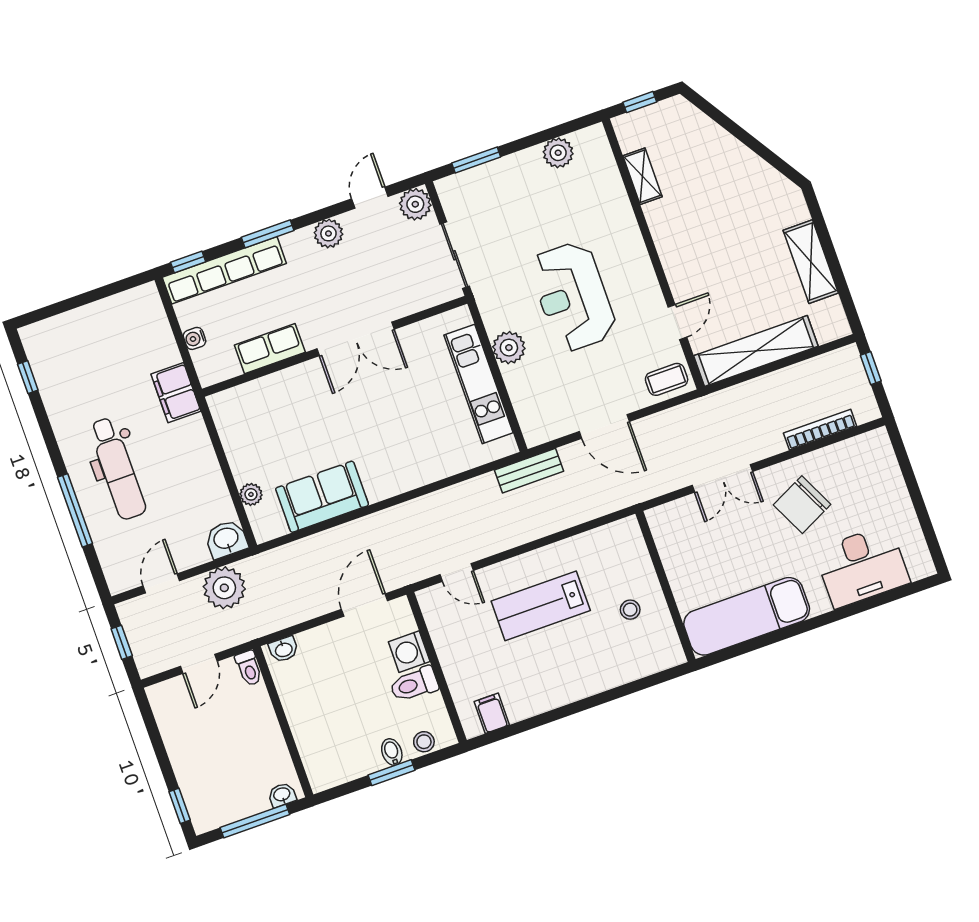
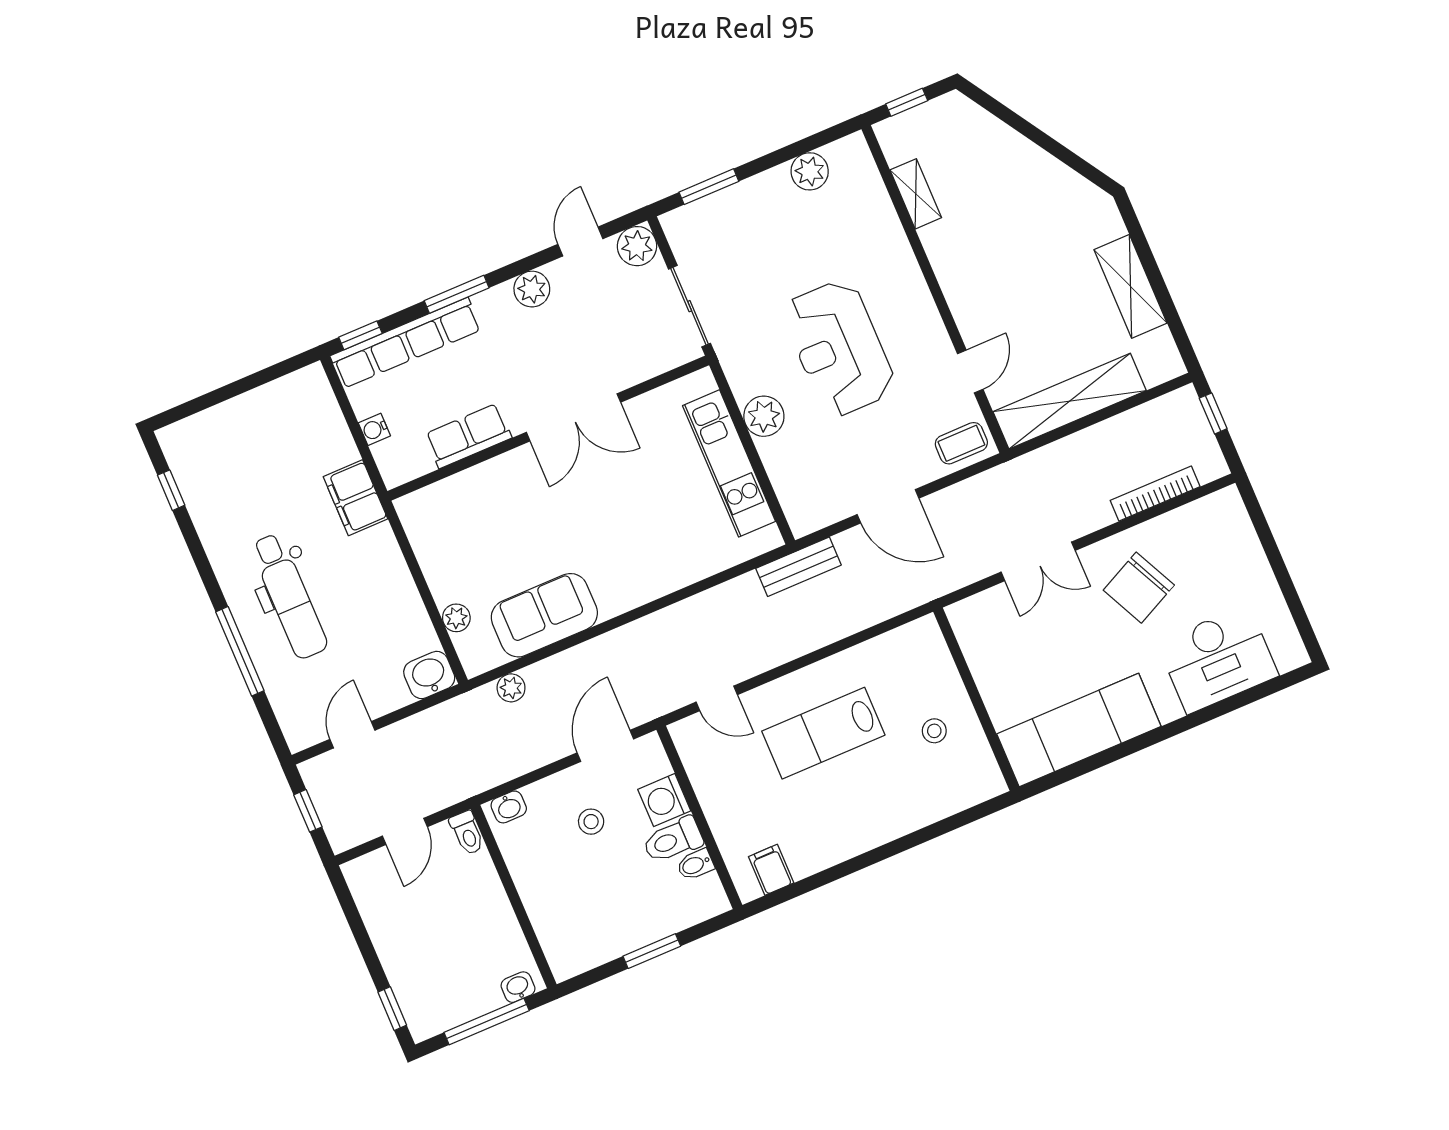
plant: (224, 588) -> (511, 688), moved, width x0.53, depth x0.53
stool: (424, 742) -> (591, 822), moved
bidet: (392, 752) -> (695, 865), moved, turned -90

